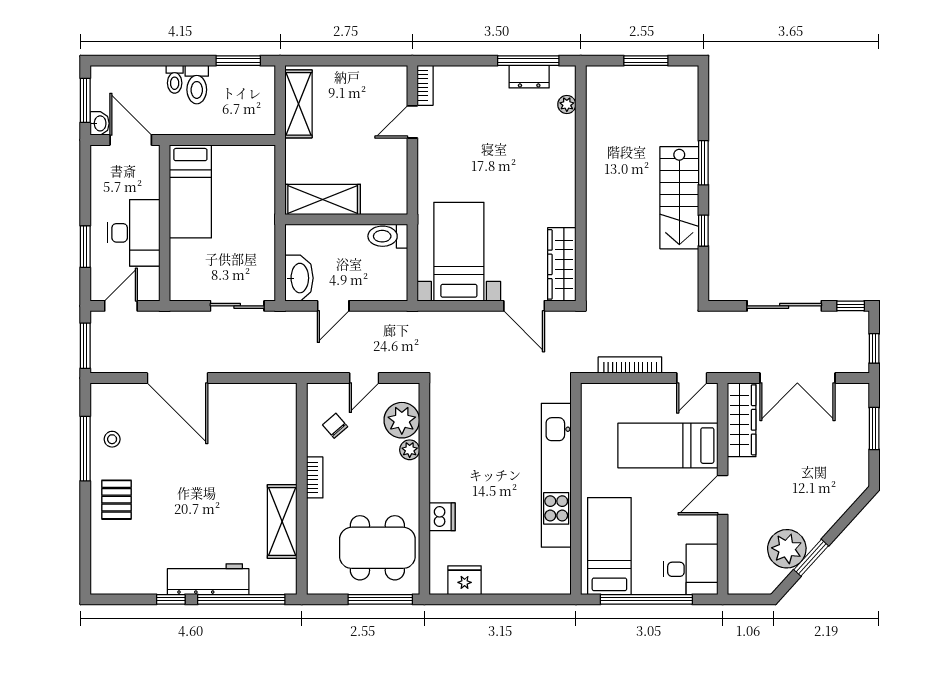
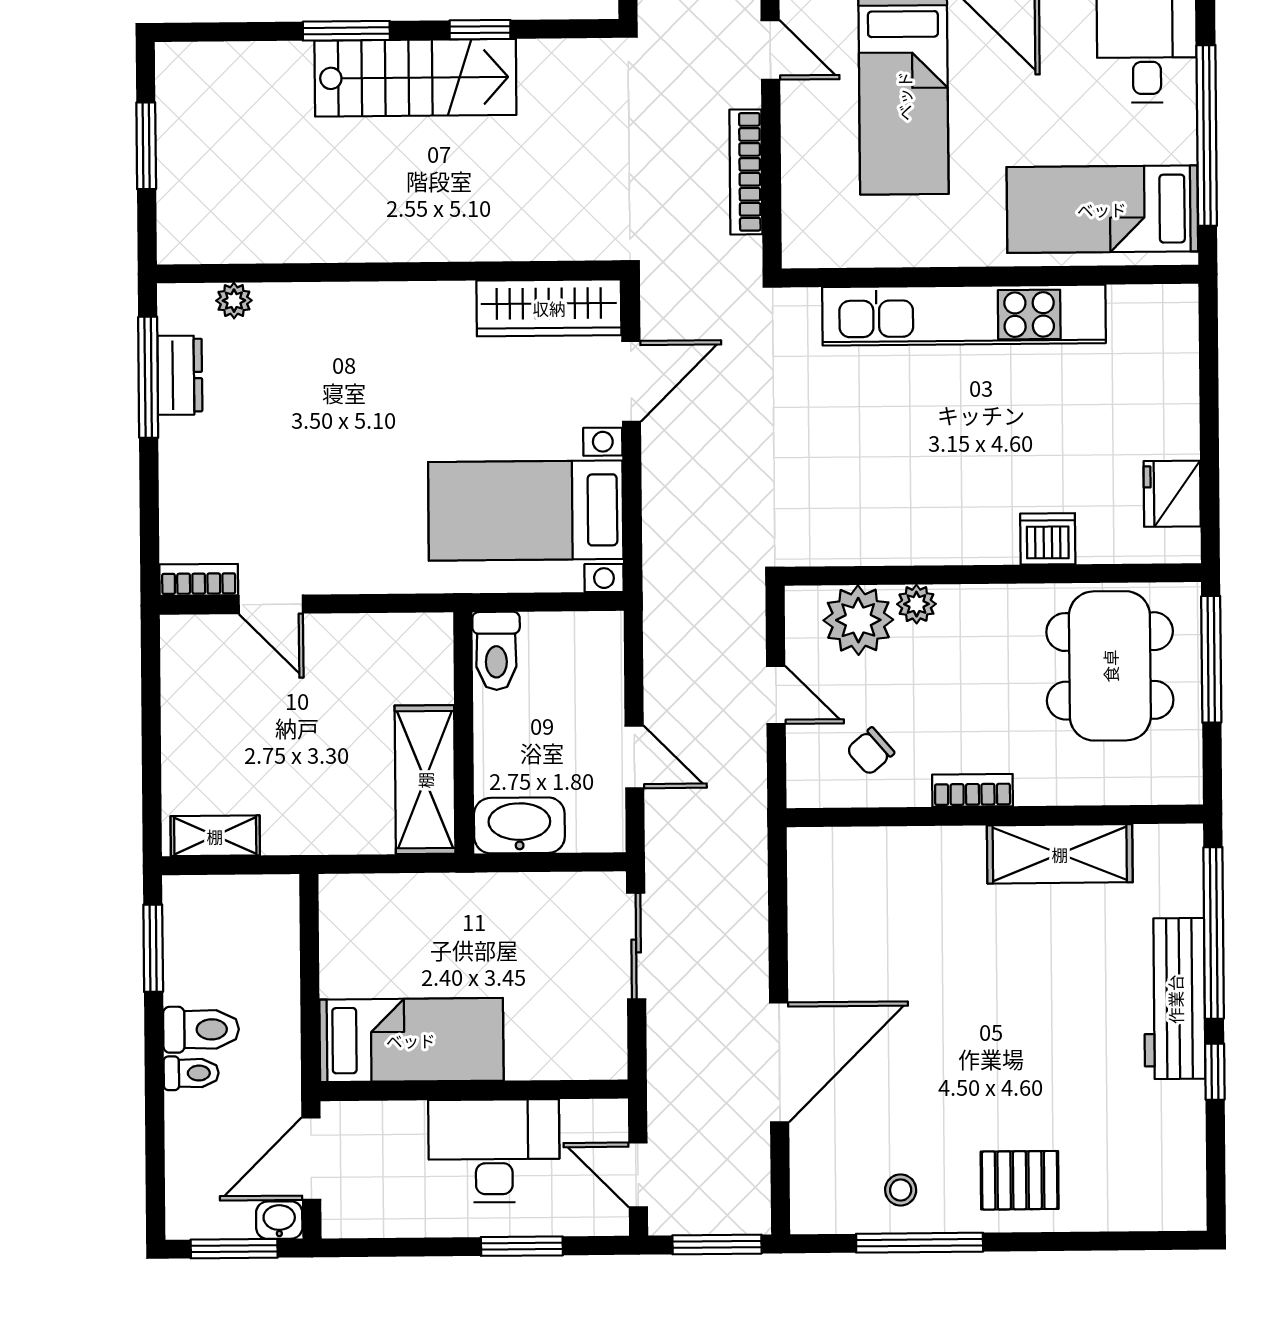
shelving: (298, 104) -> (215, 836), width x0.67, depth x0.75
washbasin: (299, 278) -> (519, 825), moved

